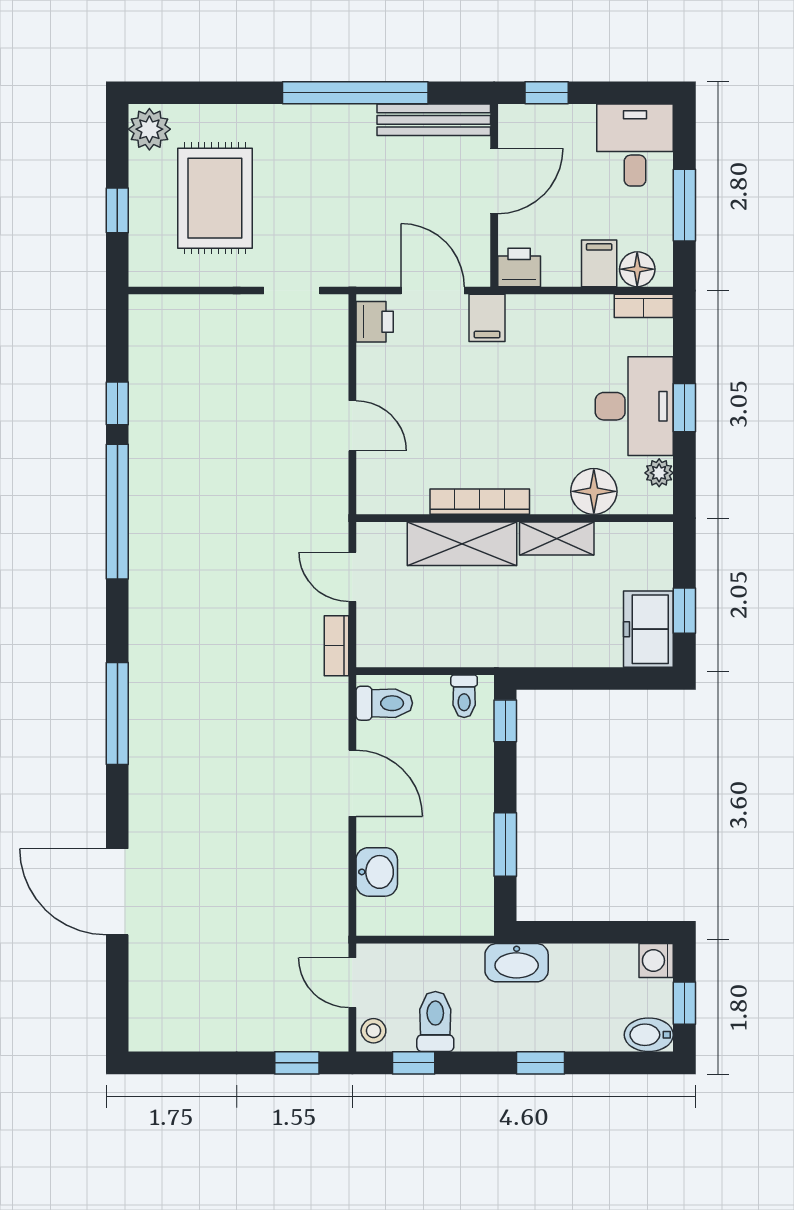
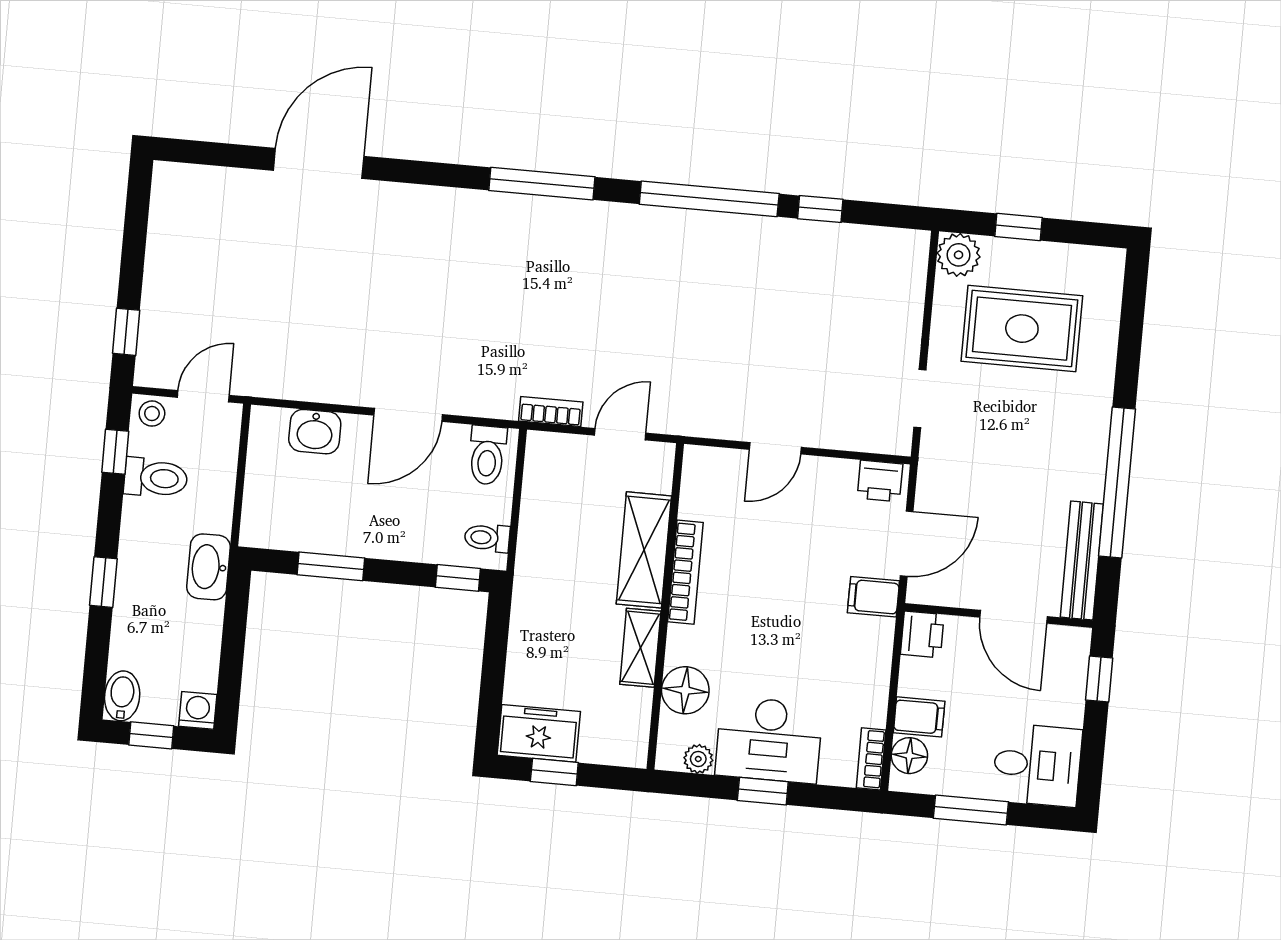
plant: (149, 129) -> (959, 255), moved
window: (117, 714) -> (542, 184), moved

